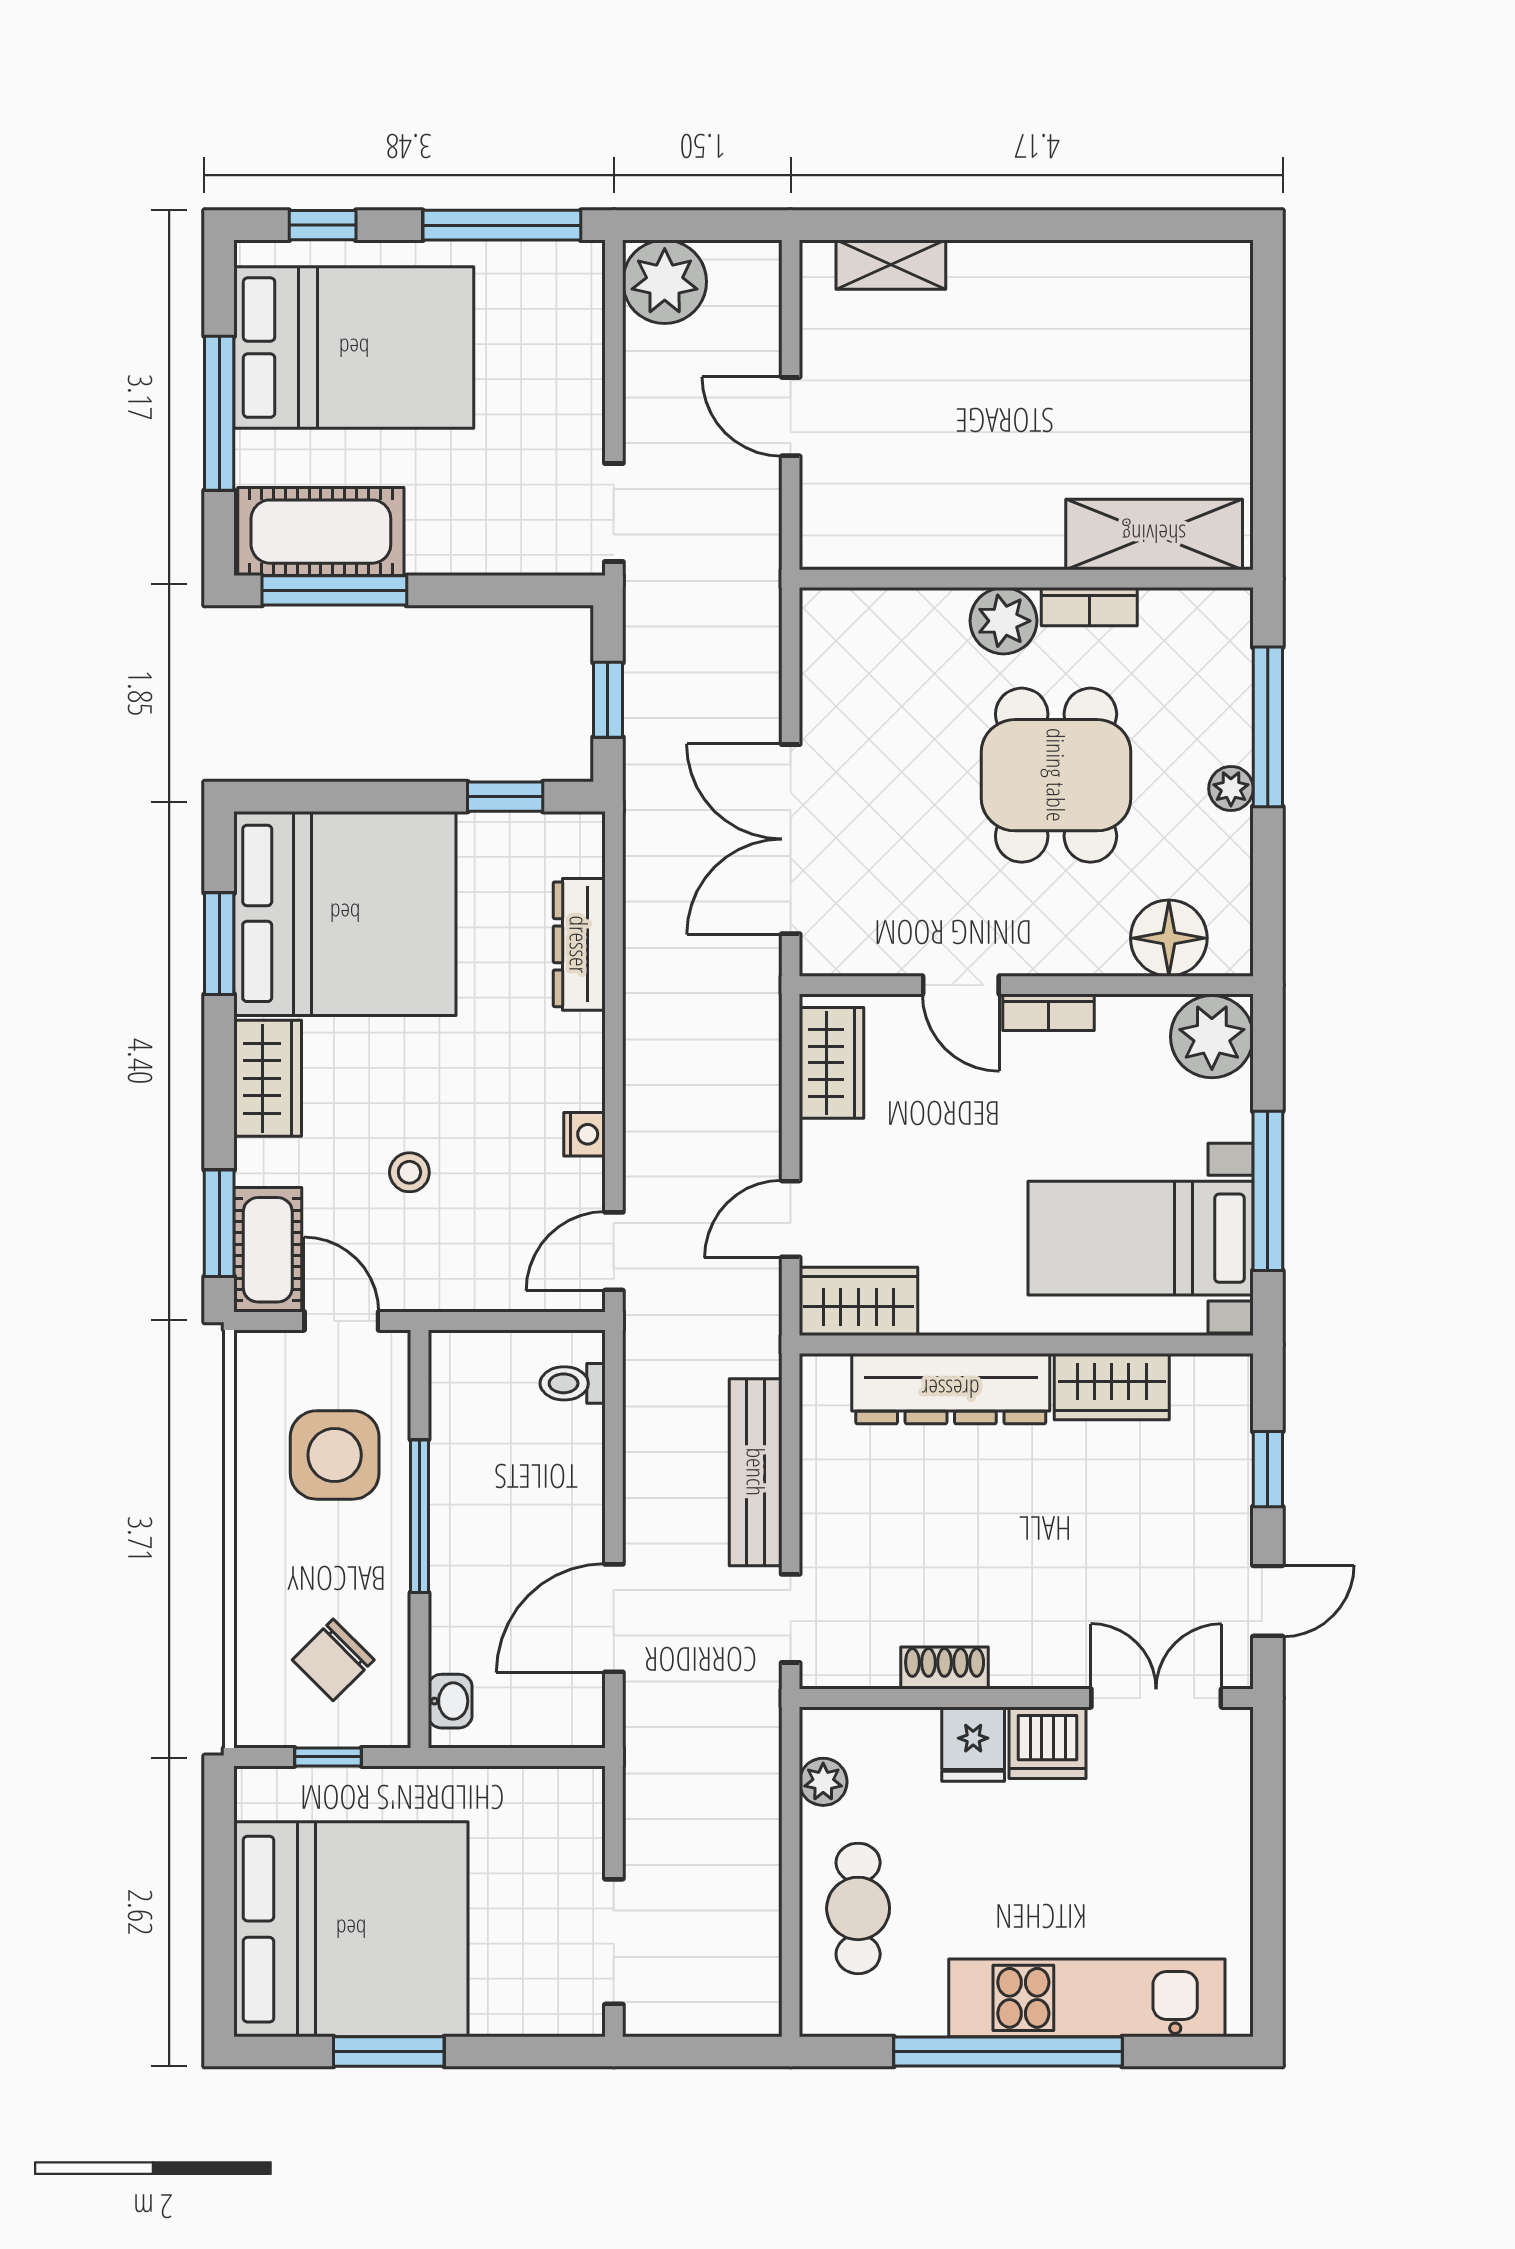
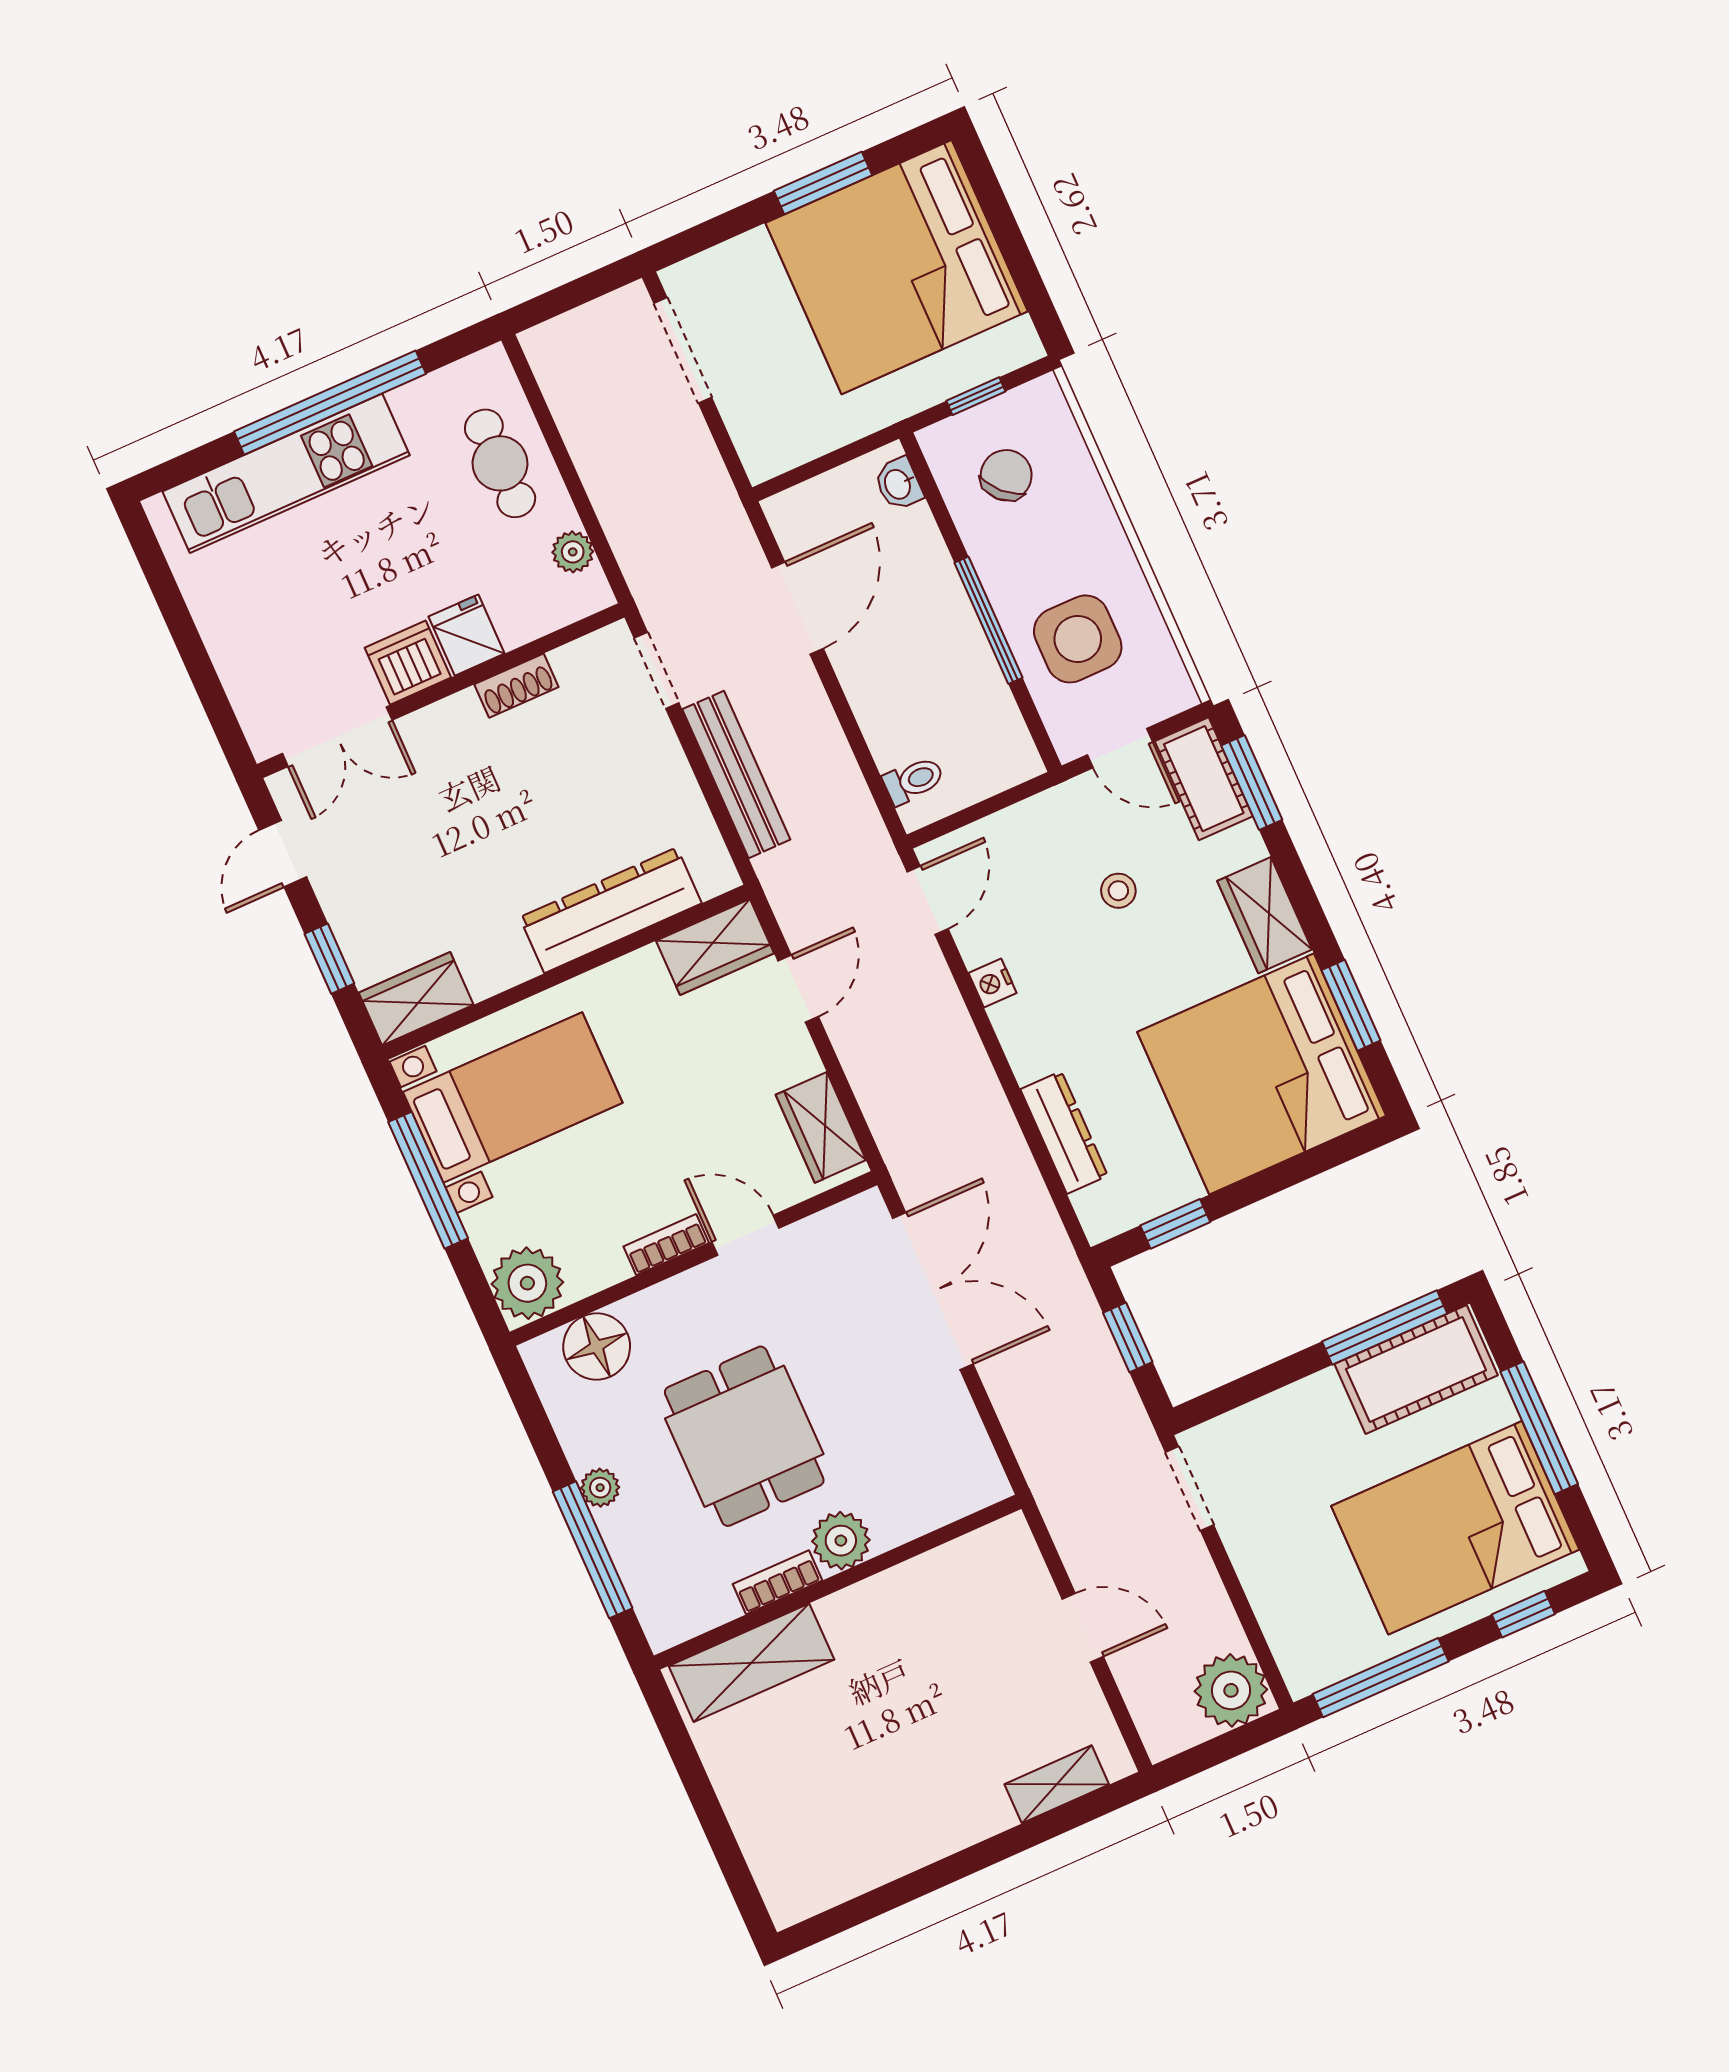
wardrobe: (1112, 1387) -> (416, 999), moved

